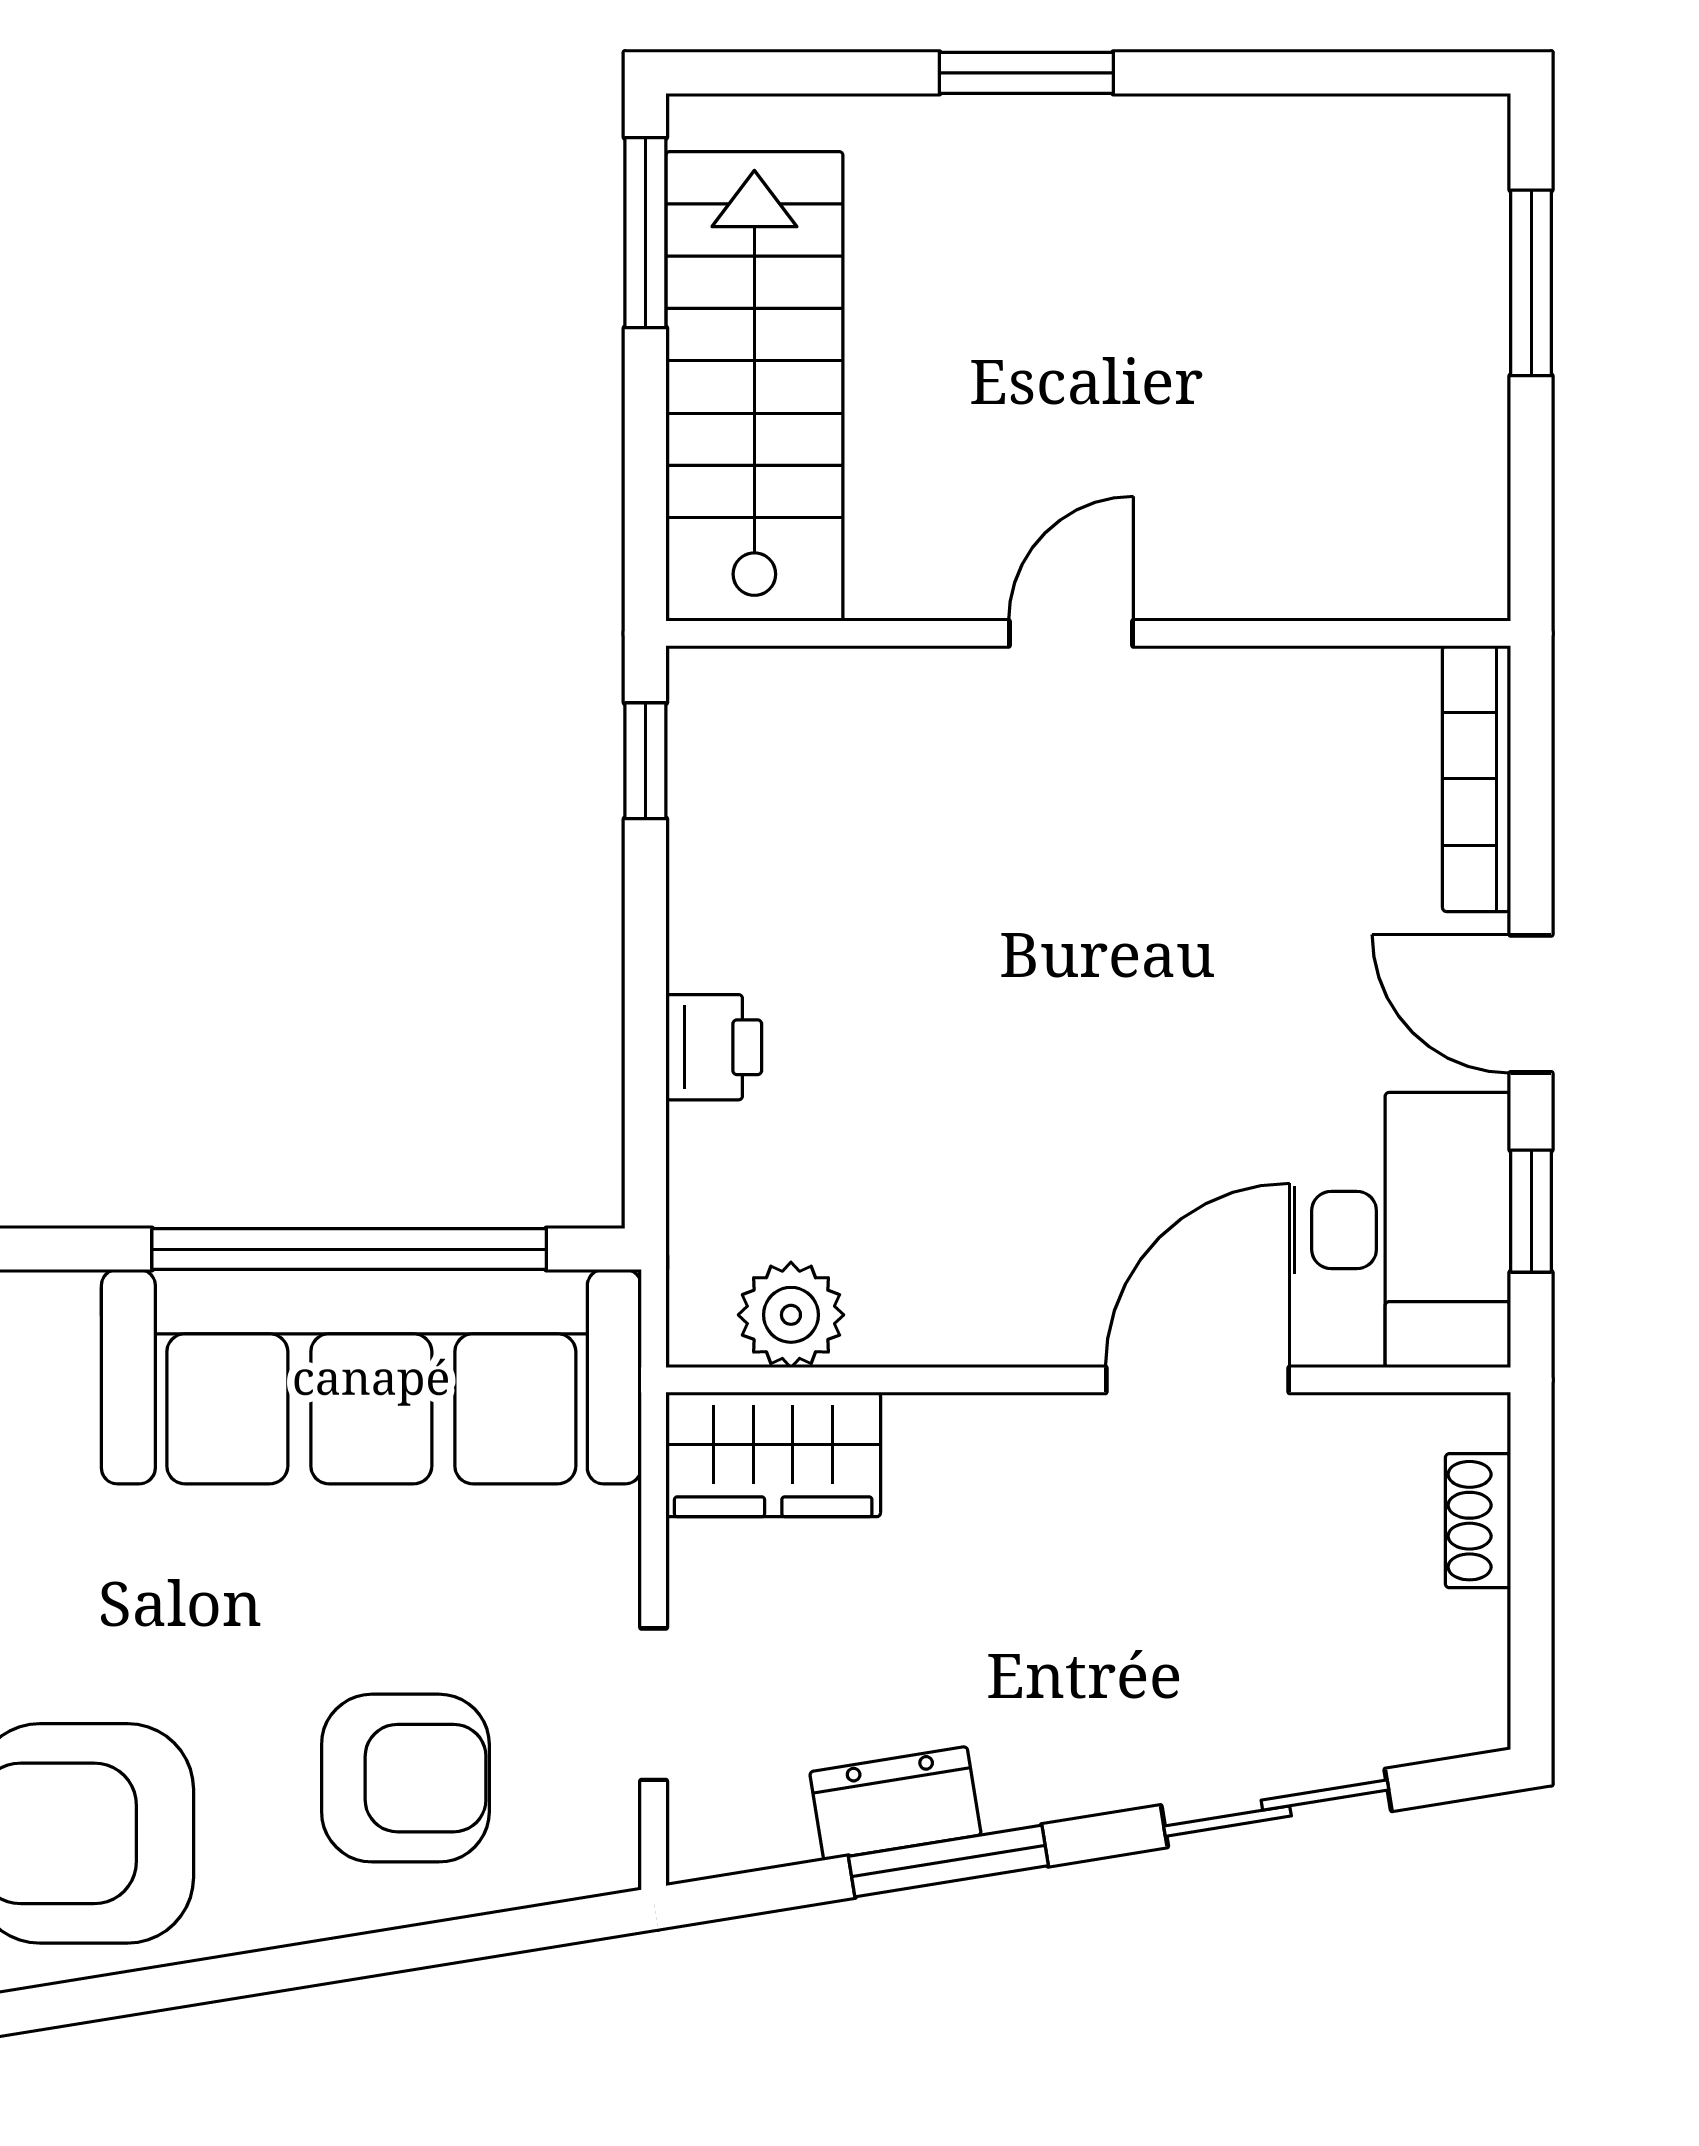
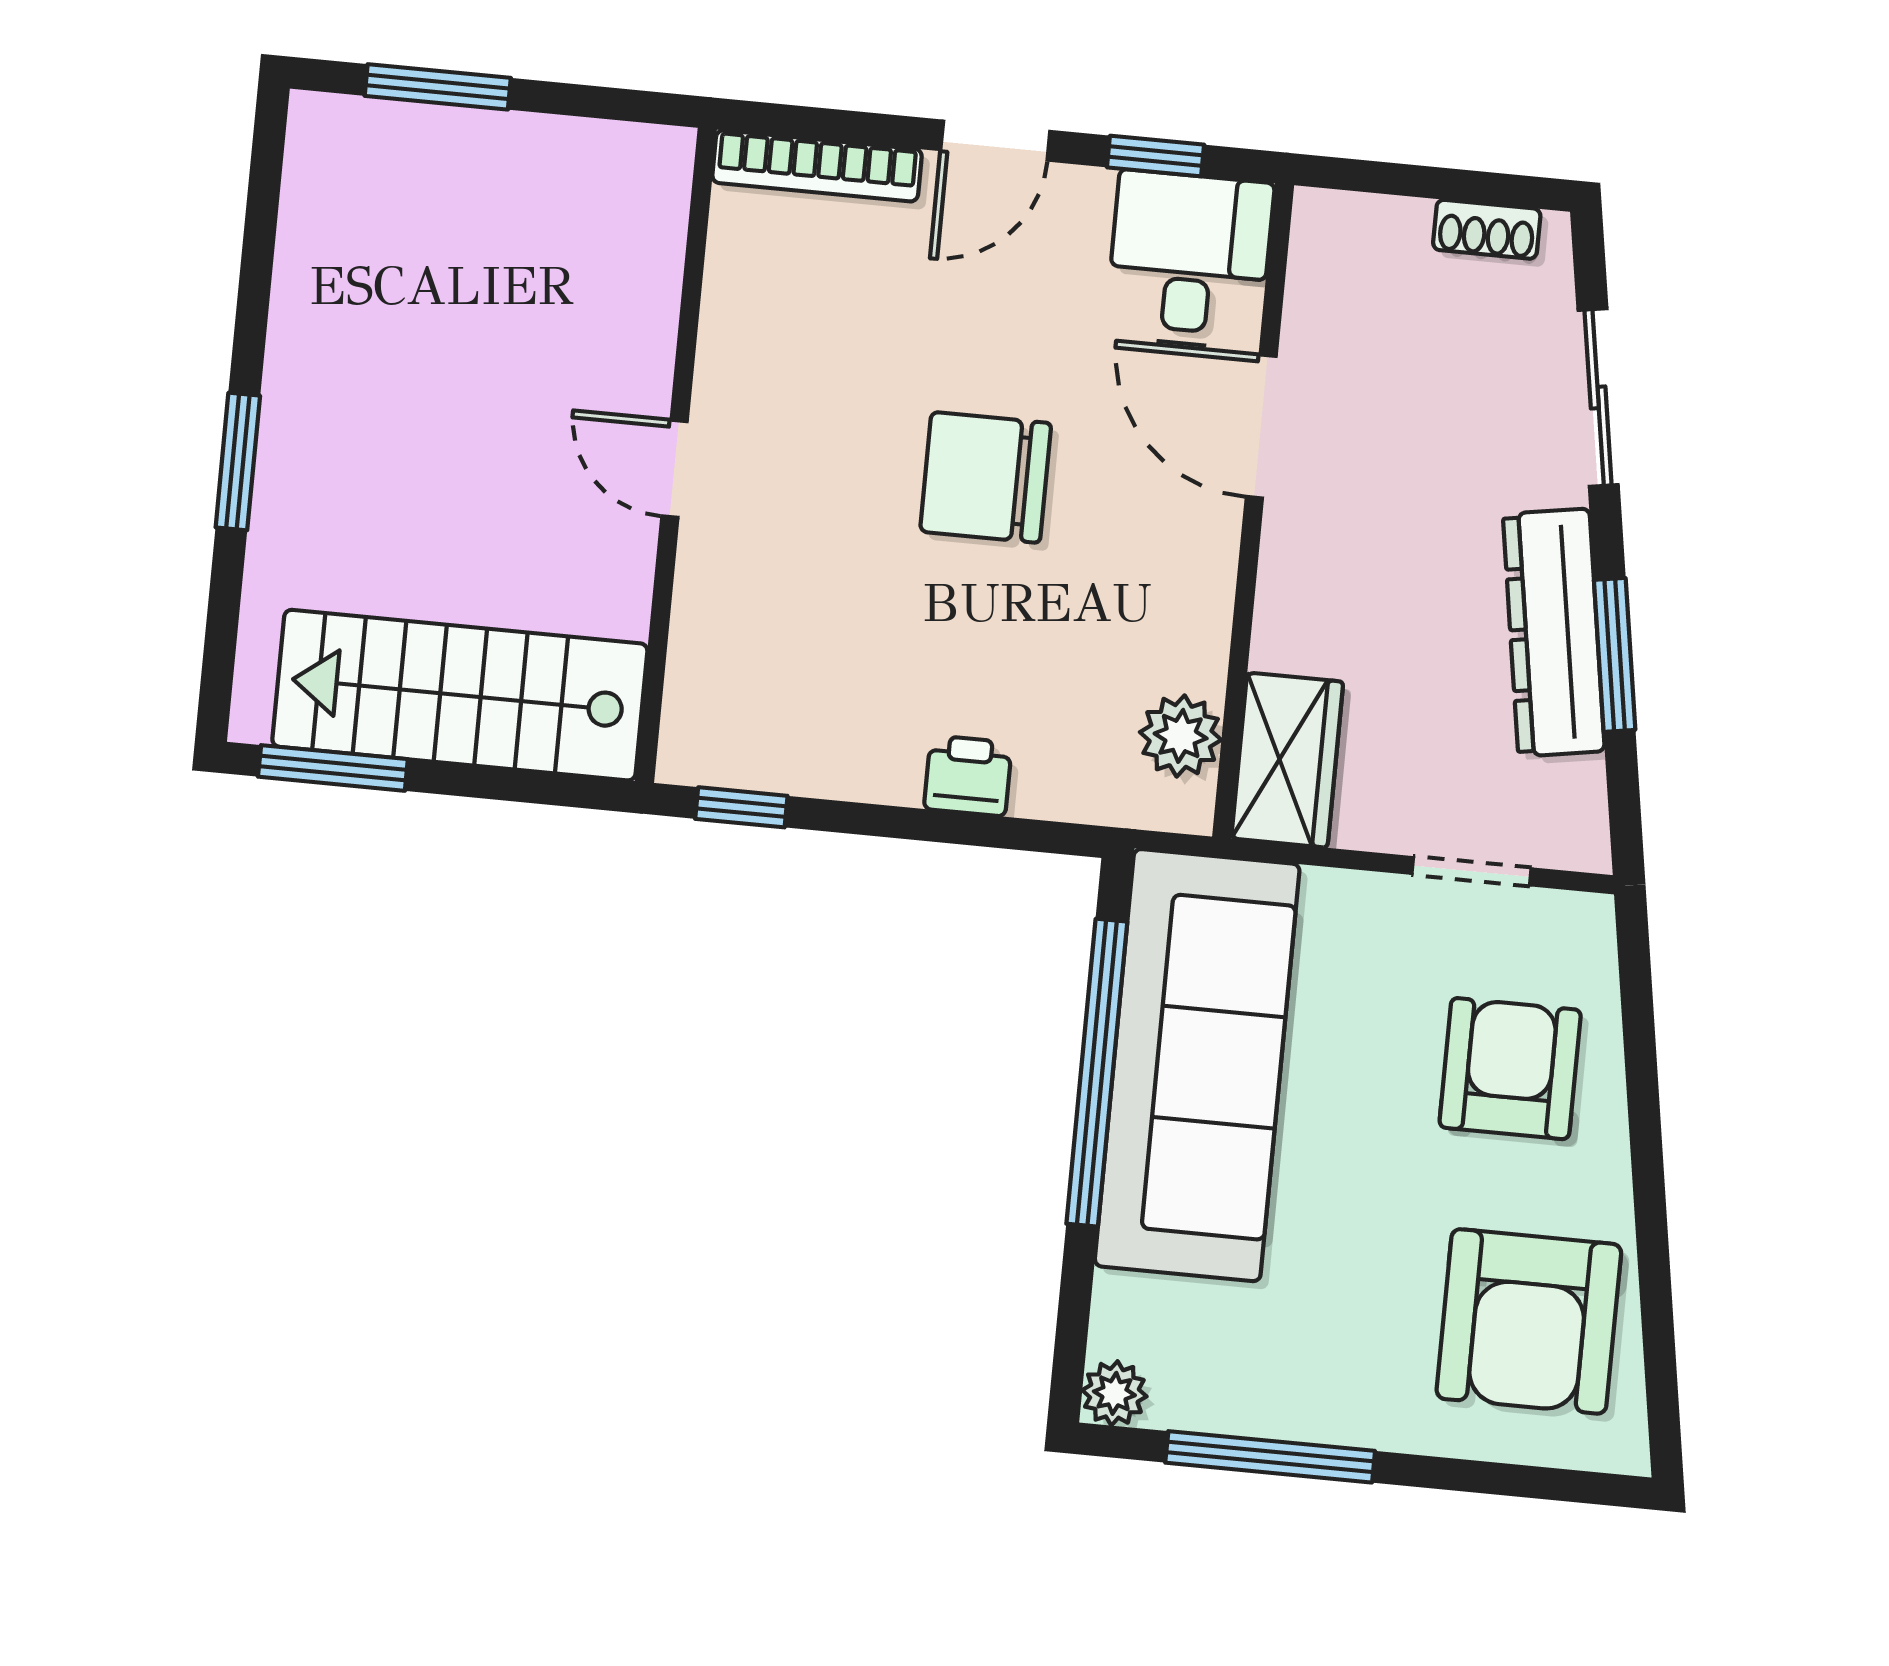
chair: (1098, 1033) -> (986, 477), added
desk: (1402, 1230) -> (1189, 260), width x0.73
shoe rack: (1478, 1521) -> (1487, 229), moved
dresser: (895, 1803) -> (1554, 633), width x1.96, depth x1.24

